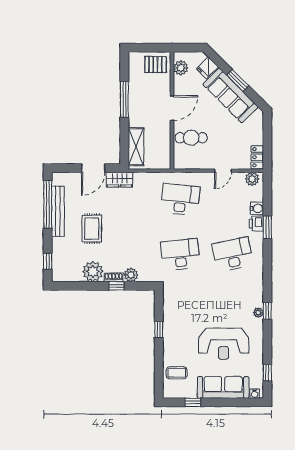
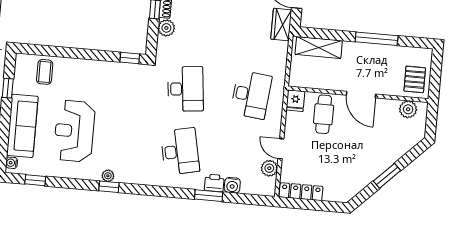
fridge: (207, 68) -> (295, 101), moved, turned -135
sofa: (230, 95) -> (370, 166), removed
locker: (257, 157) -> (301, 192), width x1.53
plant: (252, 179) -> (269, 168), moved
window: (159, 329) -> (130, 58), moved

